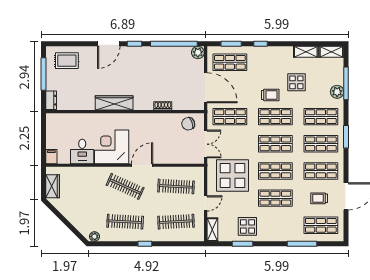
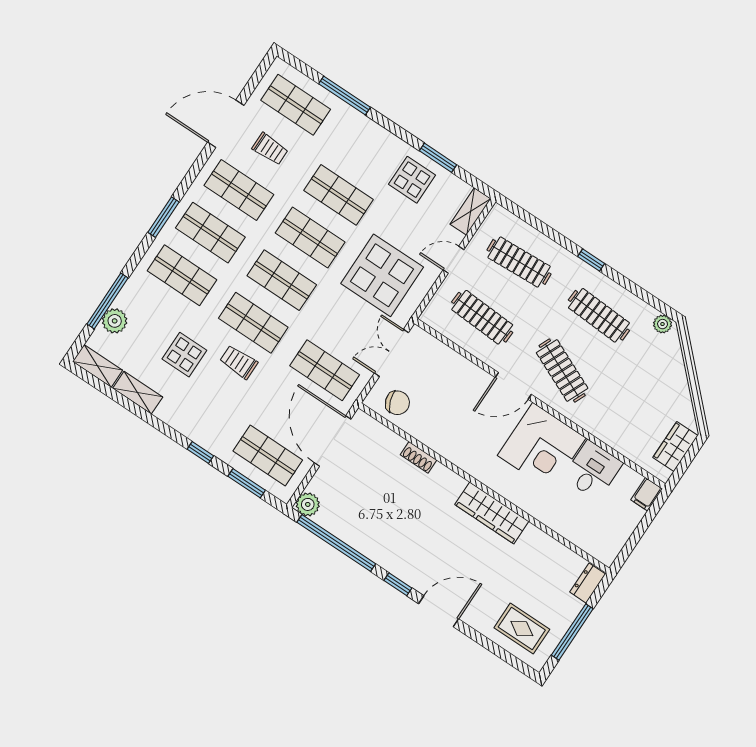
plant: (337, 92) -> (115, 321), moved

